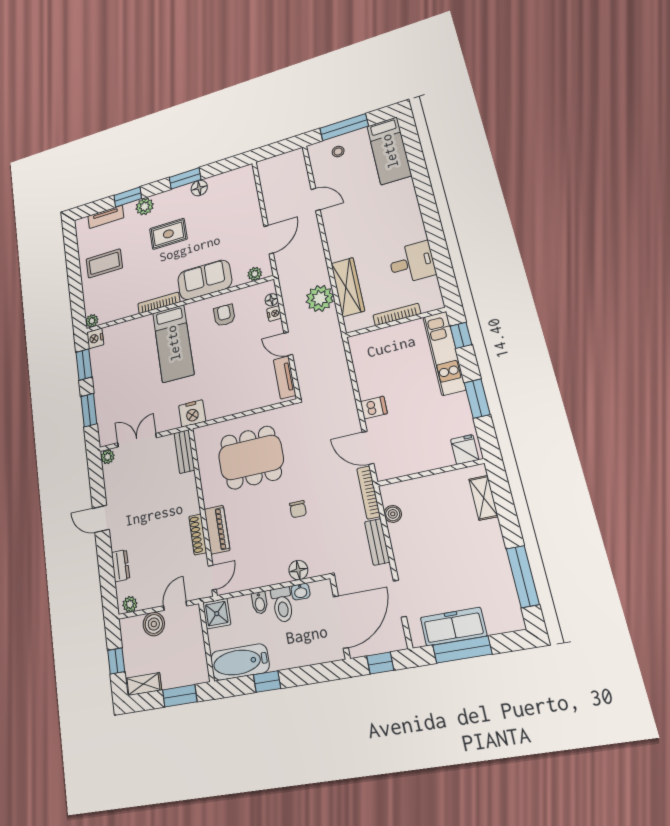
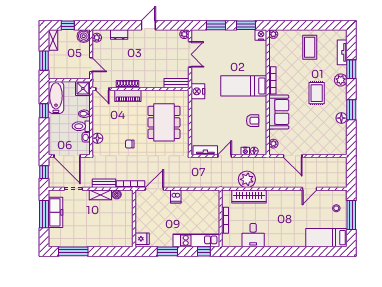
shelving: (483, 498) -> (100, 195), moved
boiler: (154, 624) -> (84, 36), moved

